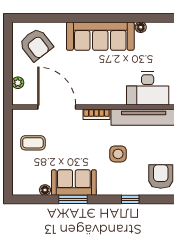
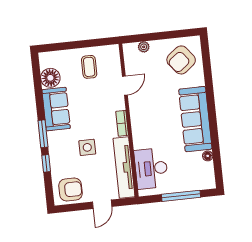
door: (57, 107) -> (125, 86), width x0.53
floor lamp: (45, 190) -> (50, 78), width x1.89, depth x1.89
window: (73, 199) -> (43, 134), moved

